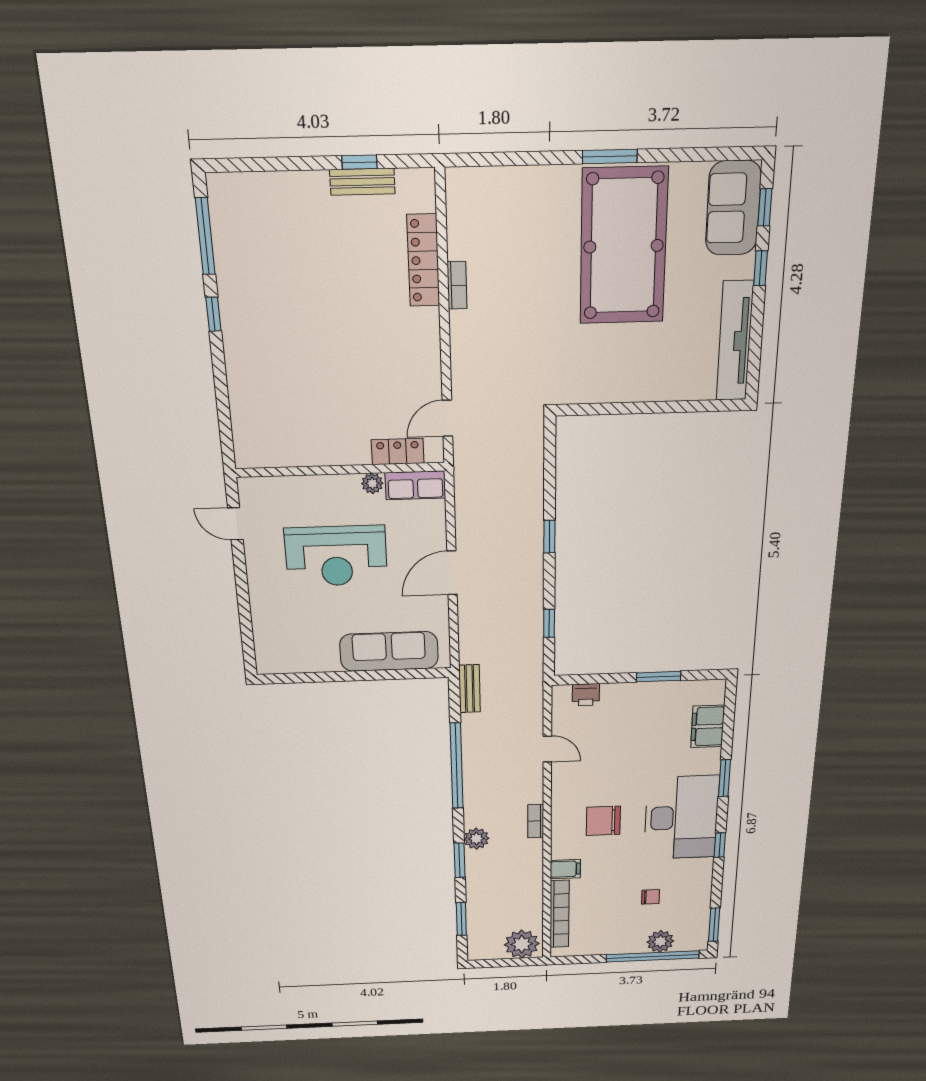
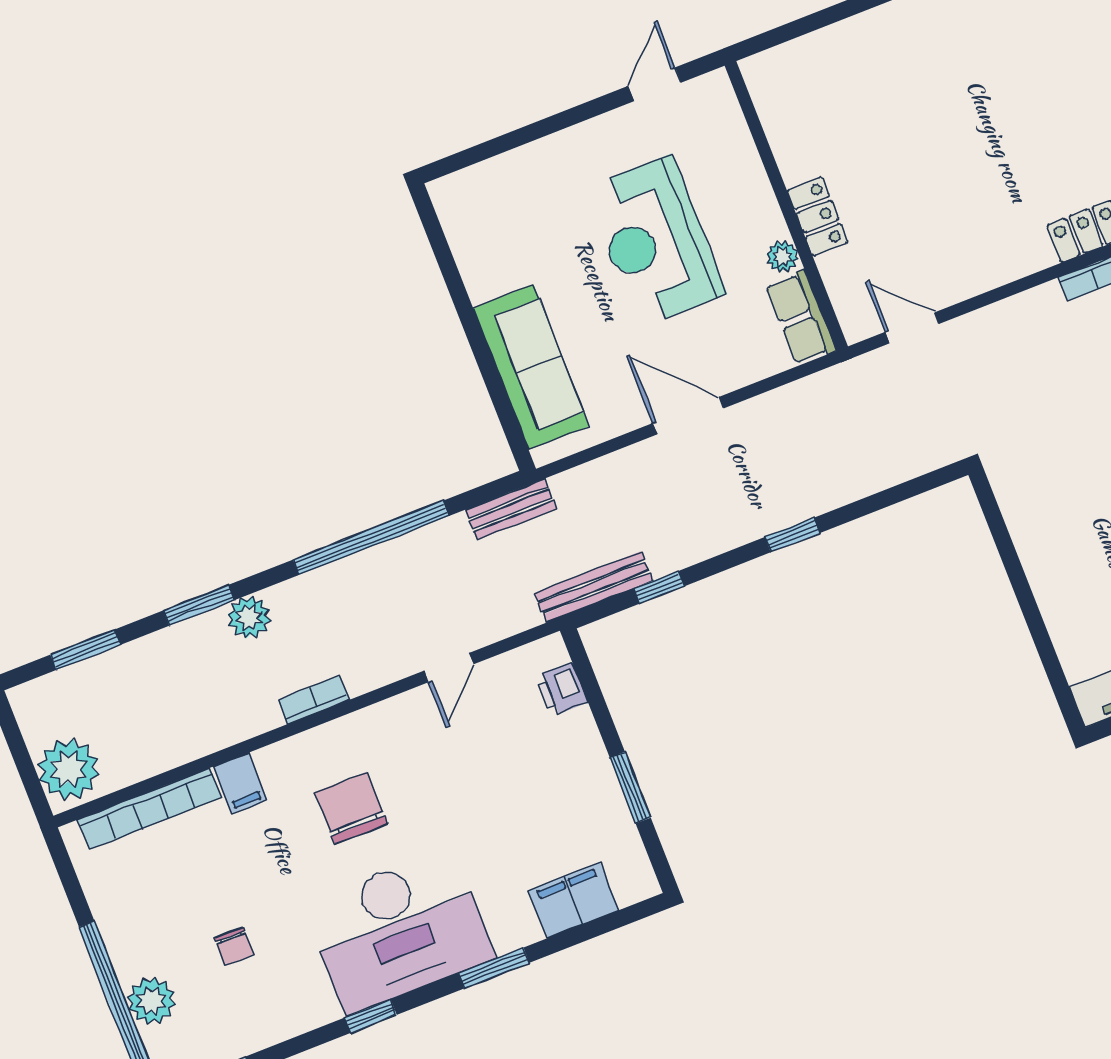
locker: (398, 452) -> (817, 216), moved
bench: (534, 659) -> (594, 587), added

